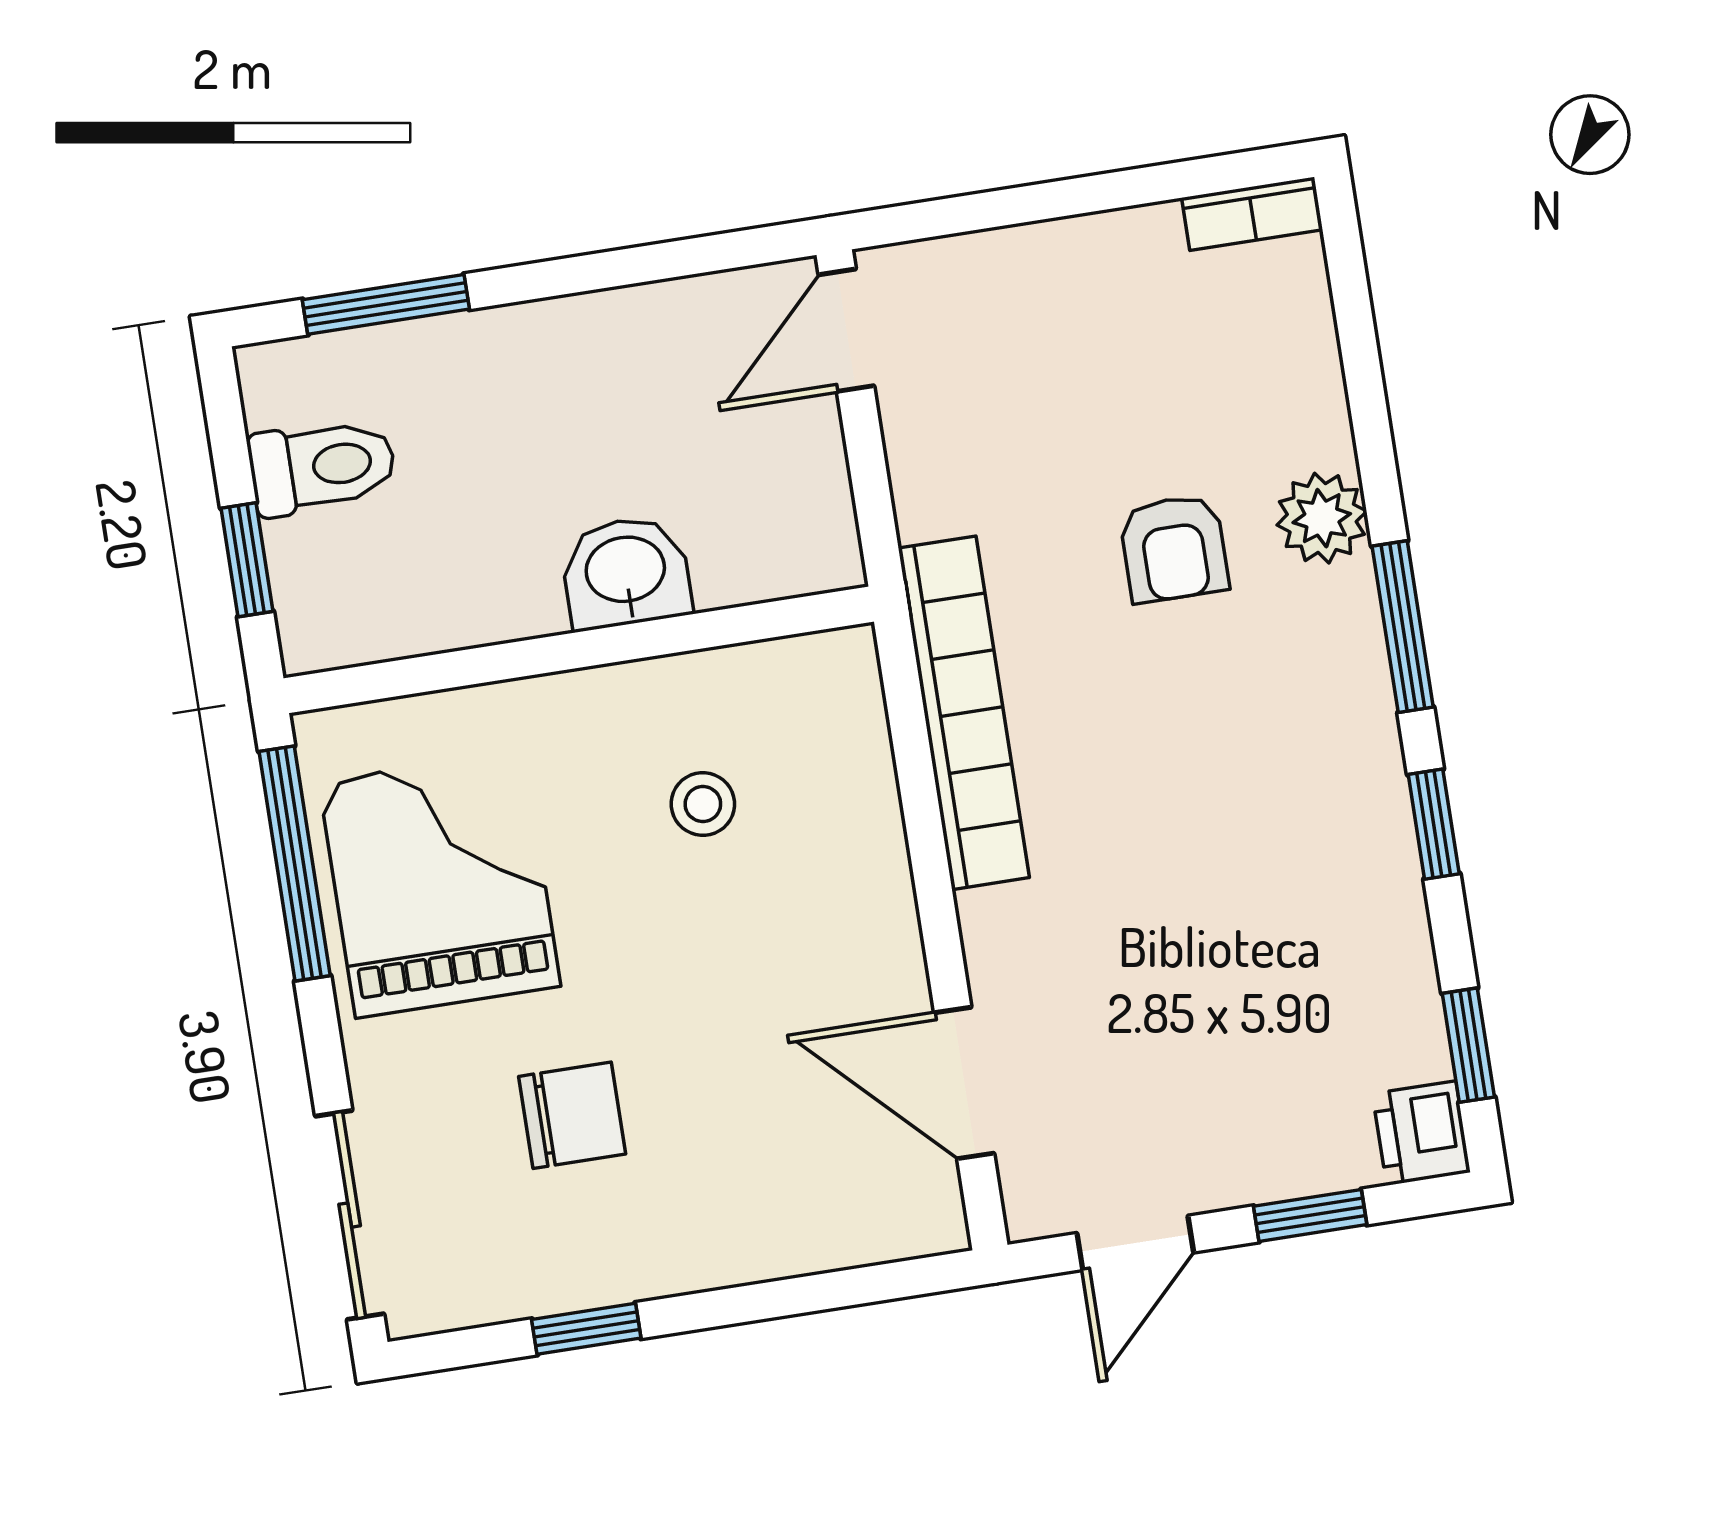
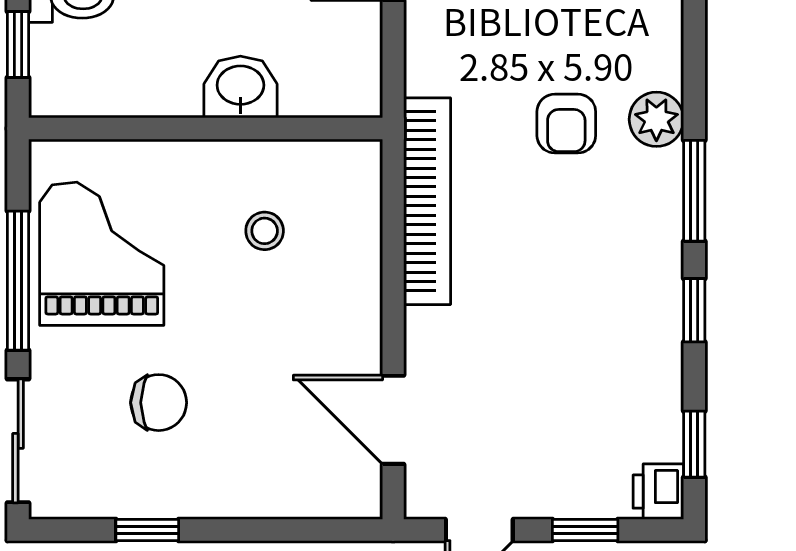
window: (295, 863) -> (18, 281), moved

